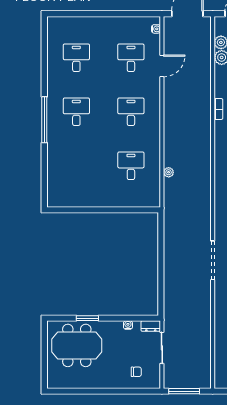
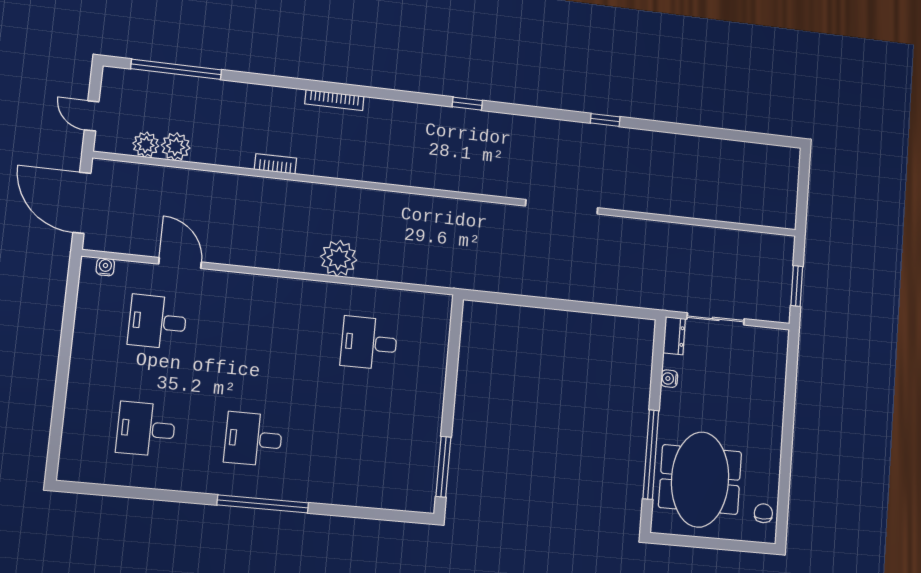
desk: (131, 112) -> (264, 332), removed
plant: (169, 172) -> (339, 258), moved, width x1.88, depth x1.88
window: (71, 210) -> (443, 467), added
window: (87, 318) -> (651, 455), width x2.11
chair: (136, 372) -> (763, 513), moved
window: (184, 391) -> (797, 286), width x0.69

